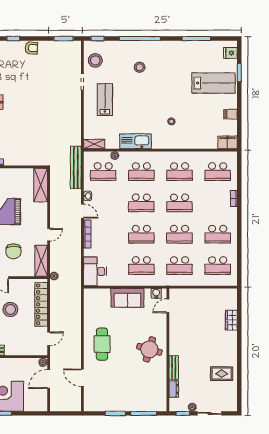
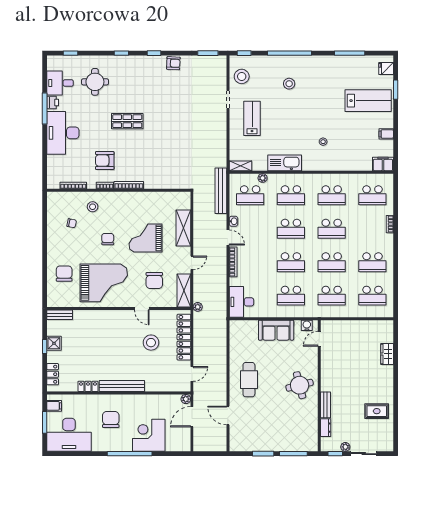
shelving: (41, 185) -> (183, 228), moved
round table: (149, 349) -> (300, 385), turned -30

